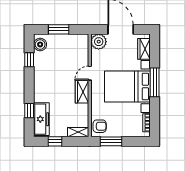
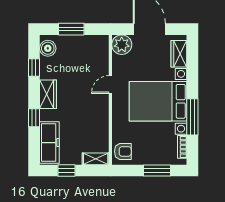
window: (155, 82) -> (192, 117), moved
wardrobe: (82, 92) -> (48, 94), moved, turned 180
window: (29, 111) -> (34, 118), moved
window: (111, 141) -> (157, 170), moved

